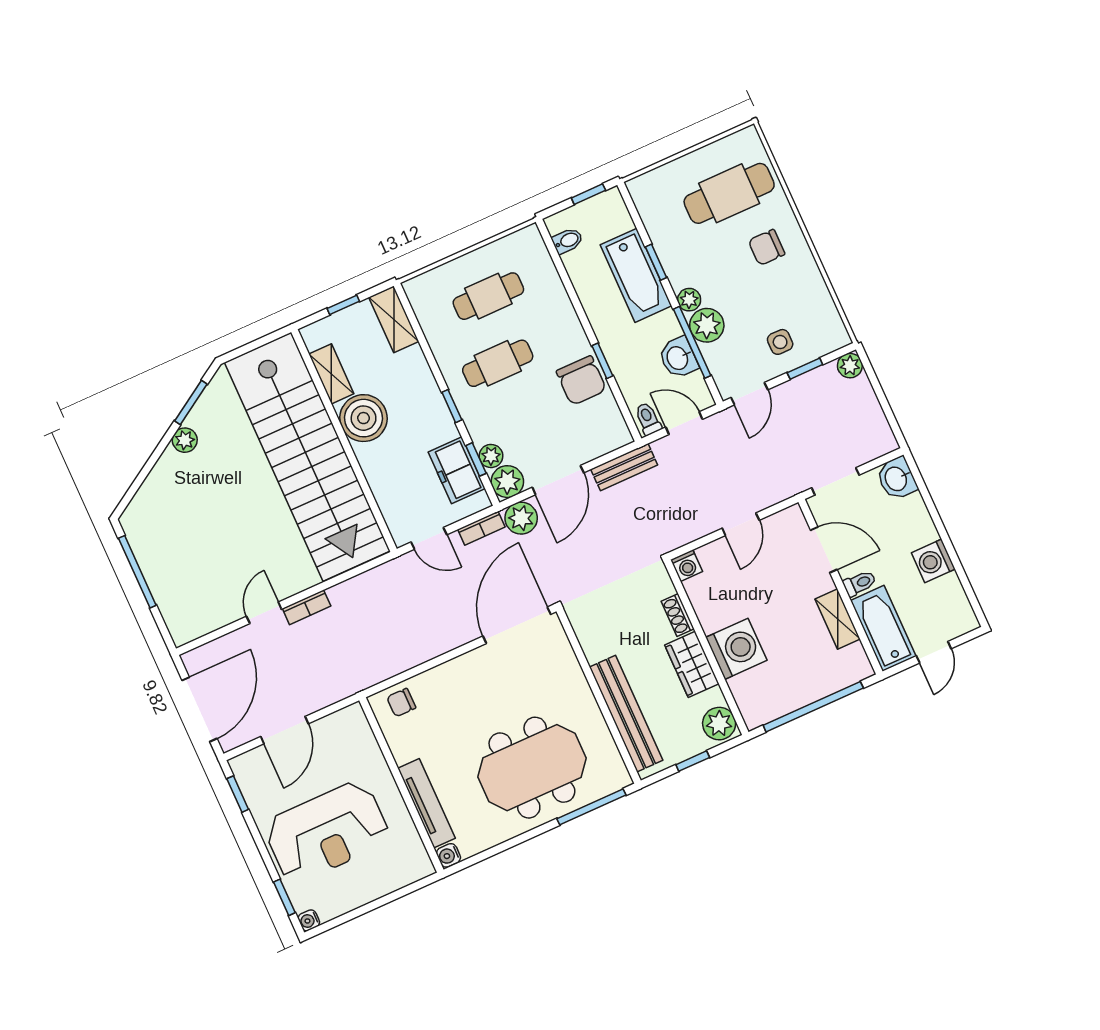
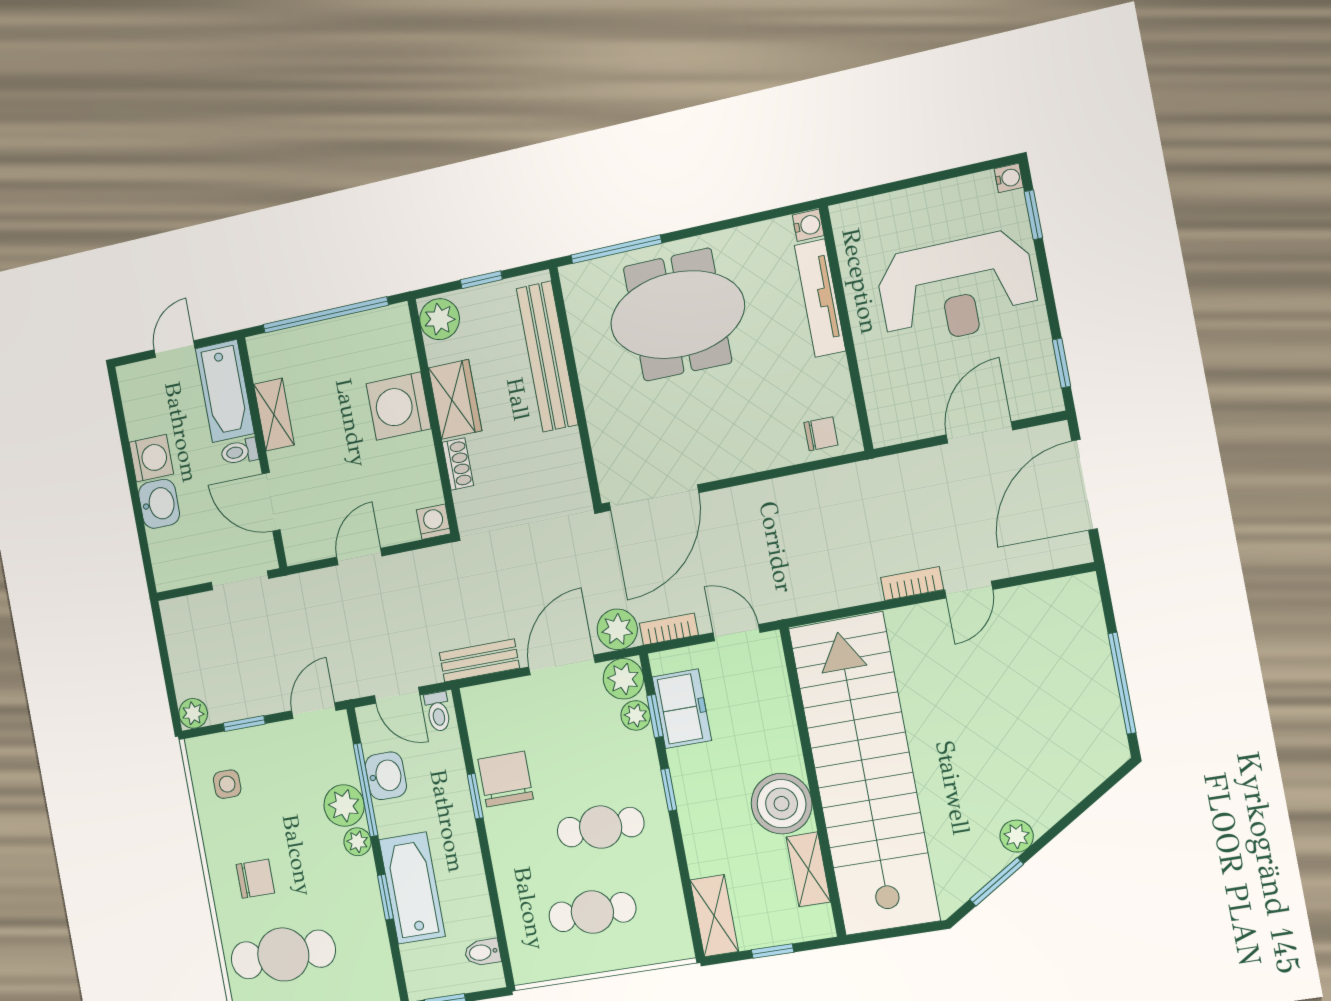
side table: (780, 342) -> (227, 784), moved
washbasin: (897, 478) -> (159, 504), moved
reception desk: (327, 832) -> (957, 289), turned 180

